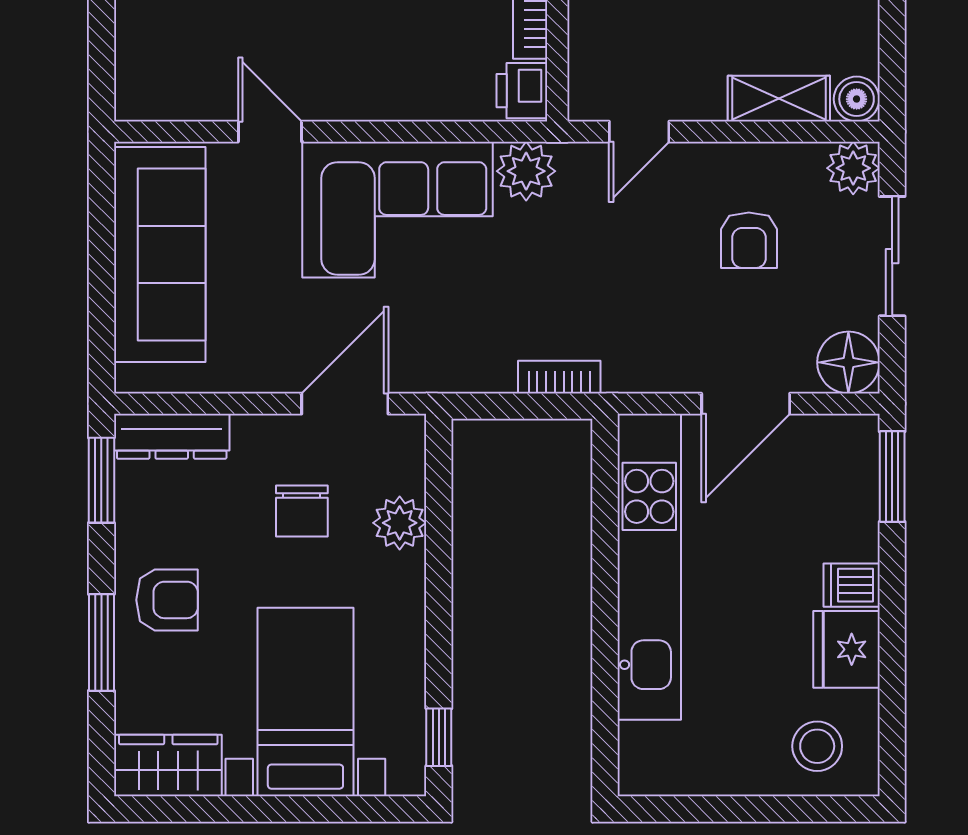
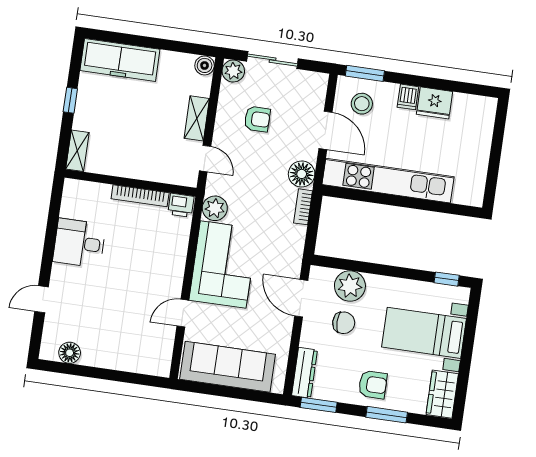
shelving: (779, 99) -> (197, 118), moved
floor lamp: (848, 362) -> (302, 174), moved
plant: (400, 523) -> (350, 286), width x1.36, depth x1.36
armchair: (167, 600) -> (373, 385), turned 90
stool: (817, 746) -> (362, 104), moved

